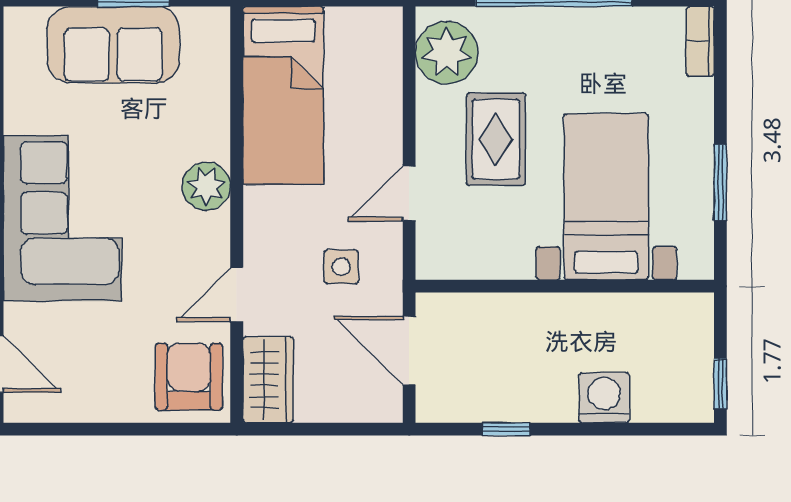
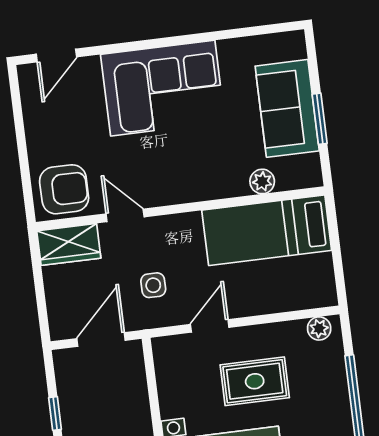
plant: (447, 53) -> (319, 328), width x0.53, depth x0.53
plant: (206, 186) -> (262, 181), moved, width x0.73, depth x0.73
door: (409, 194) -> (210, 326), hinge flipped

